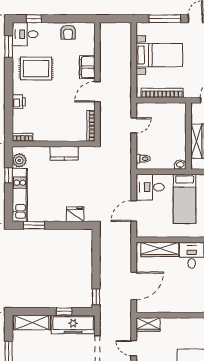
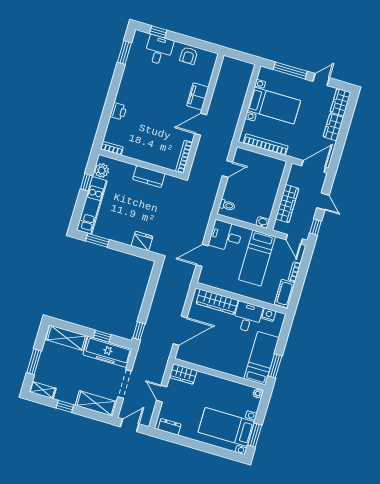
desk: (25, 34) -> (159, 50), moved, turned 90
rug: (36, 69) -> (146, 83), removed

